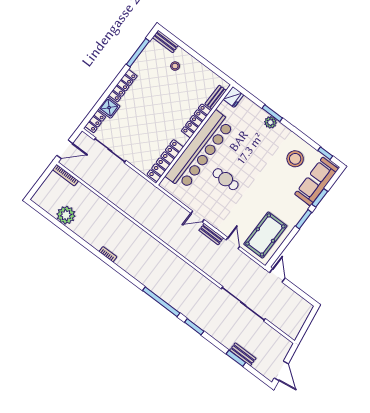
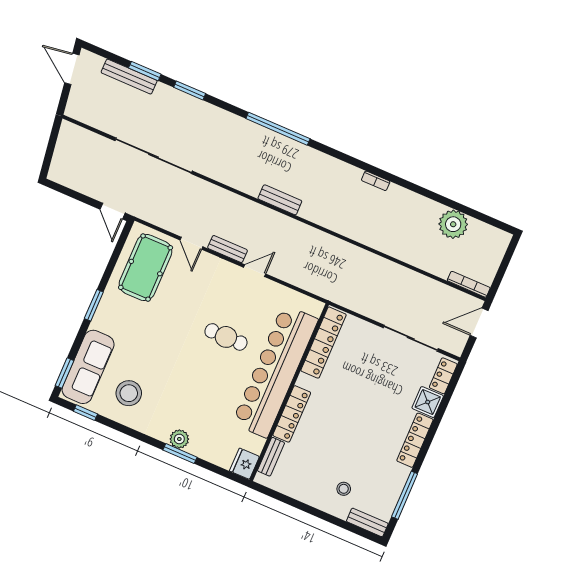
window: (320, 198) -> (65, 373), moved
bench: (171, 257) -> (280, 200), added
window: (194, 327) -> (190, 90), moved
bench: (243, 354) -> (129, 77), width x1.36

